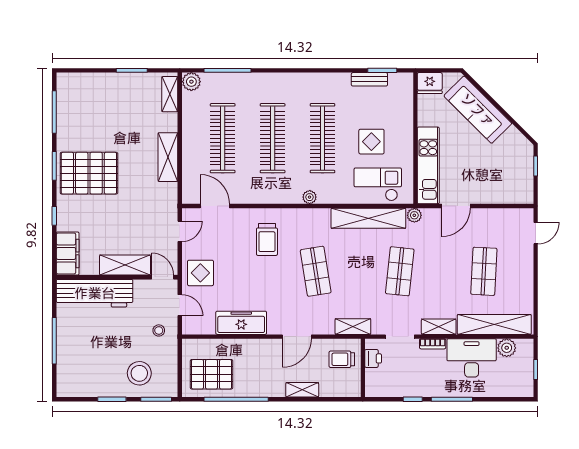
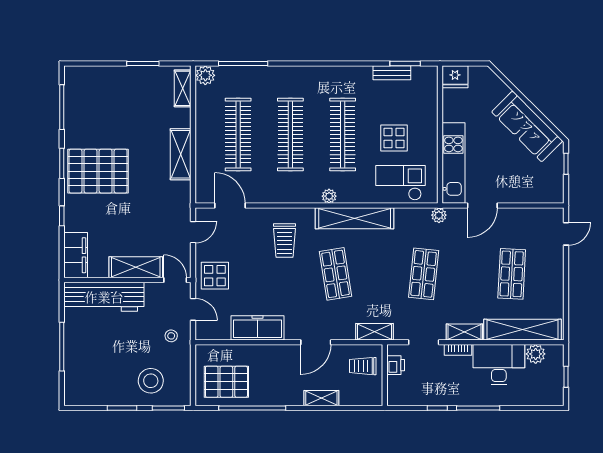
sofa: (478, 110) -> (527, 126), moved
shelving: (368, 218) -> (355, 218), moved

